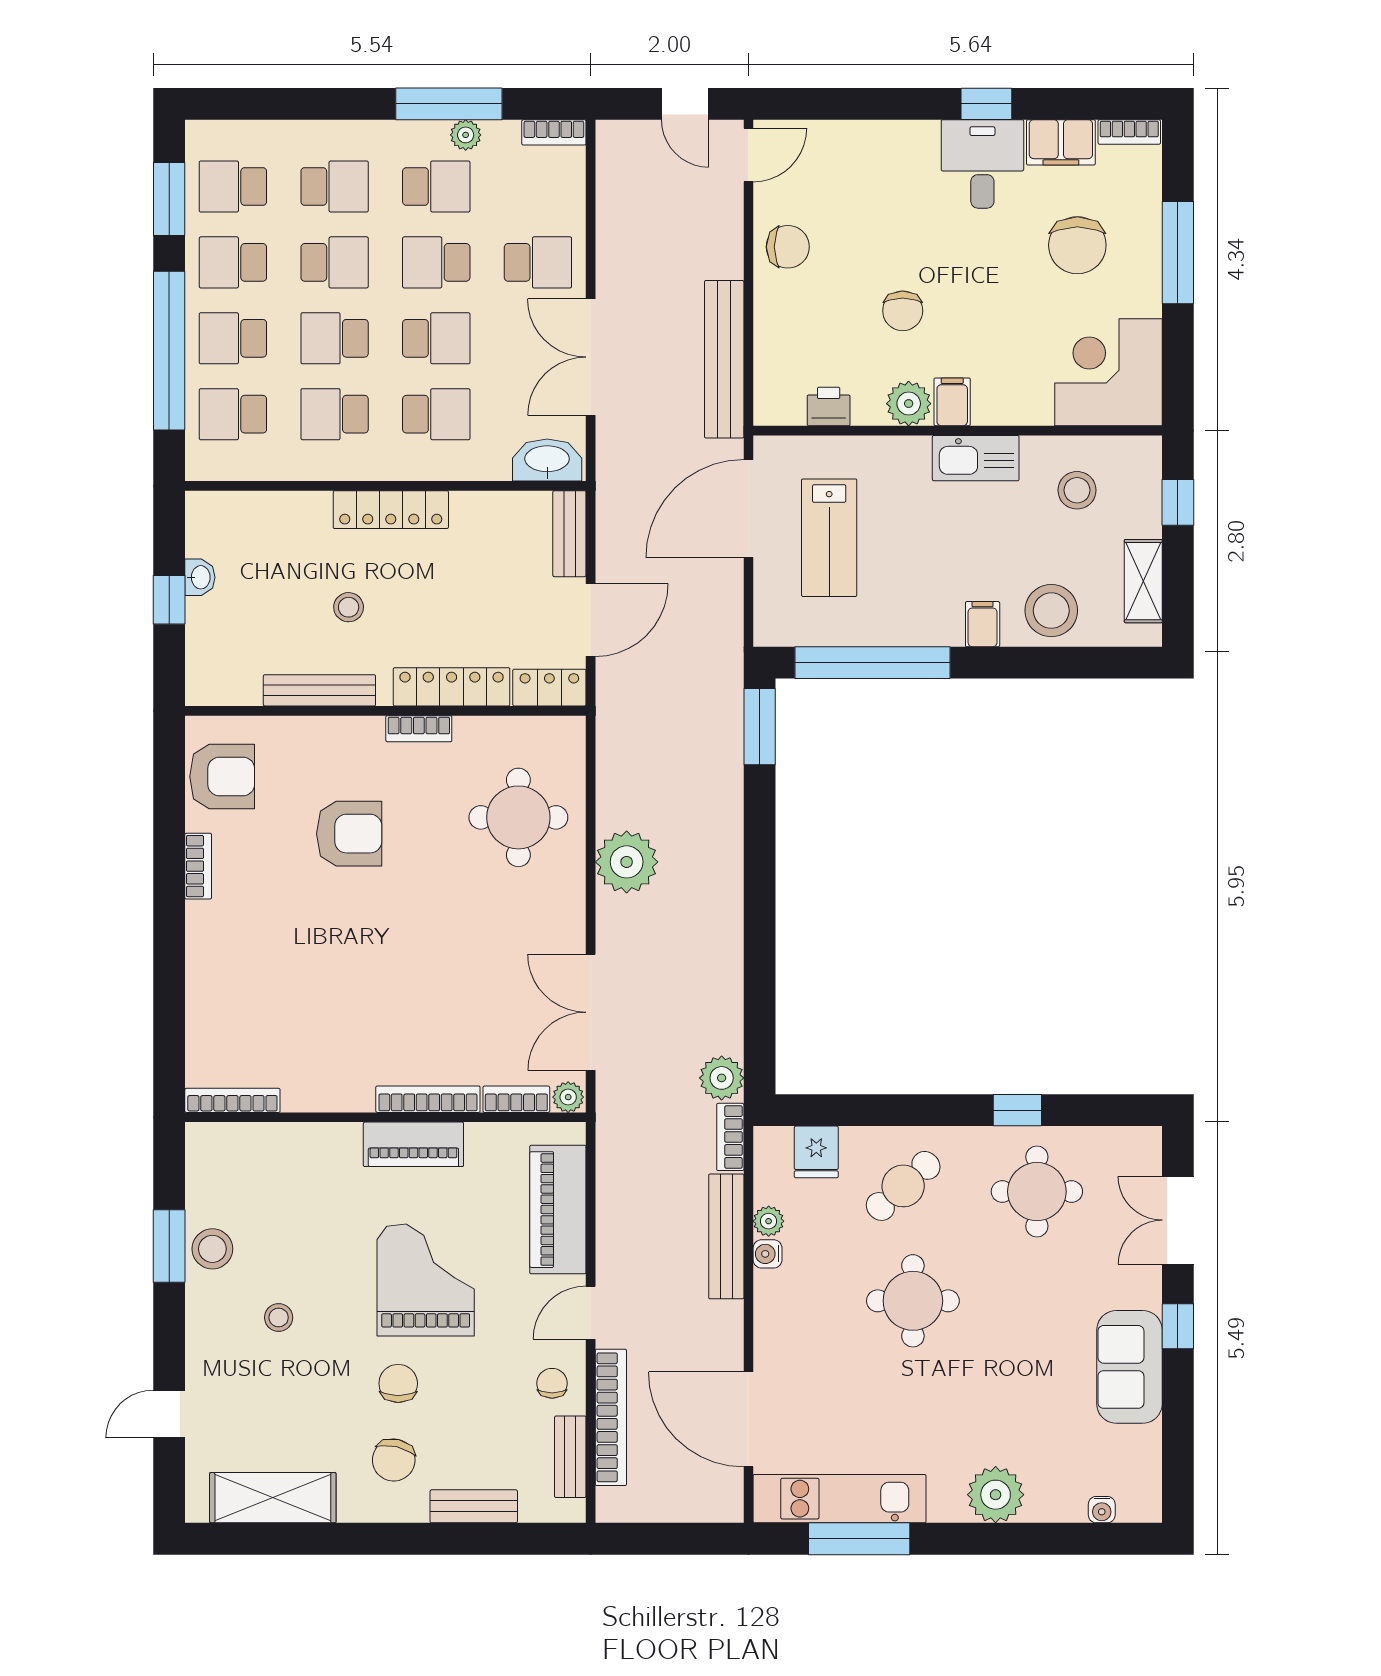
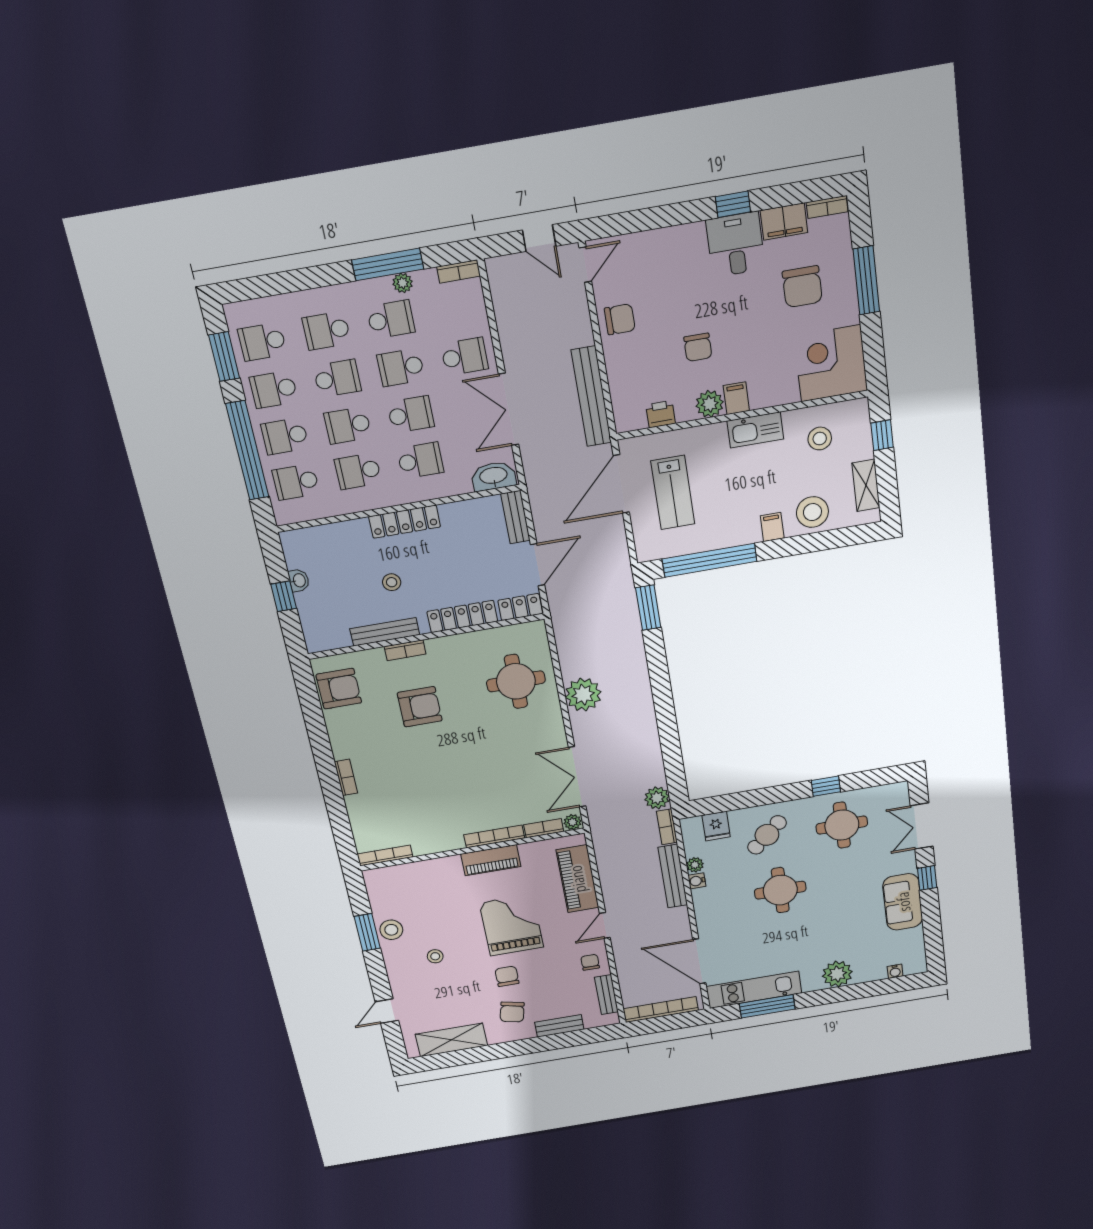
school desk: (335, 186) -> (327, 331), turned 180
bookcase: (419, 729) -> (405, 650), moved
bookcase: (198, 866) -> (346, 777), moved
bookcase: (611, 1417) -> (661, 1009), moved, turned -90

